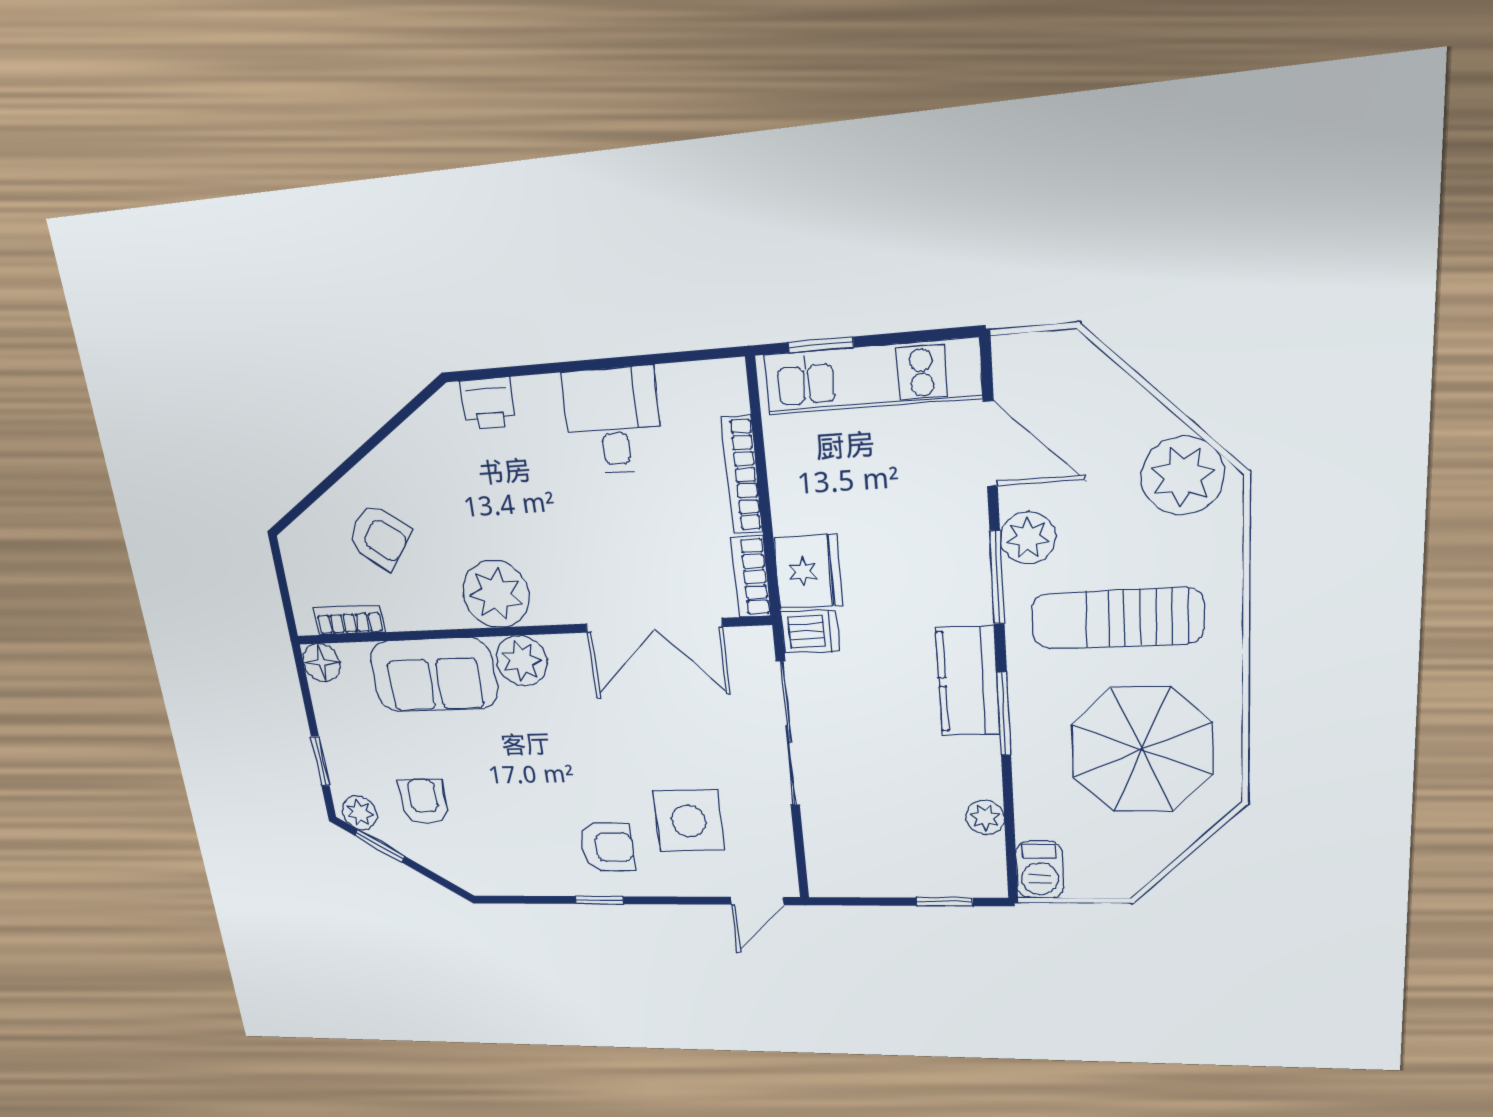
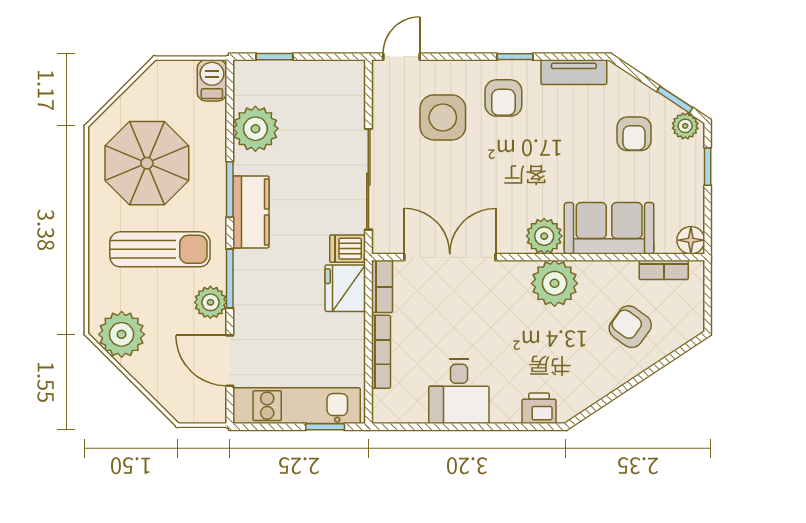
plant: (985, 817) -> (255, 129), width x1.88, depth x1.88
armchair: (607, 847) -> (503, 98), turned -90
tv unit: (517, 880) -> (574, 72), added

